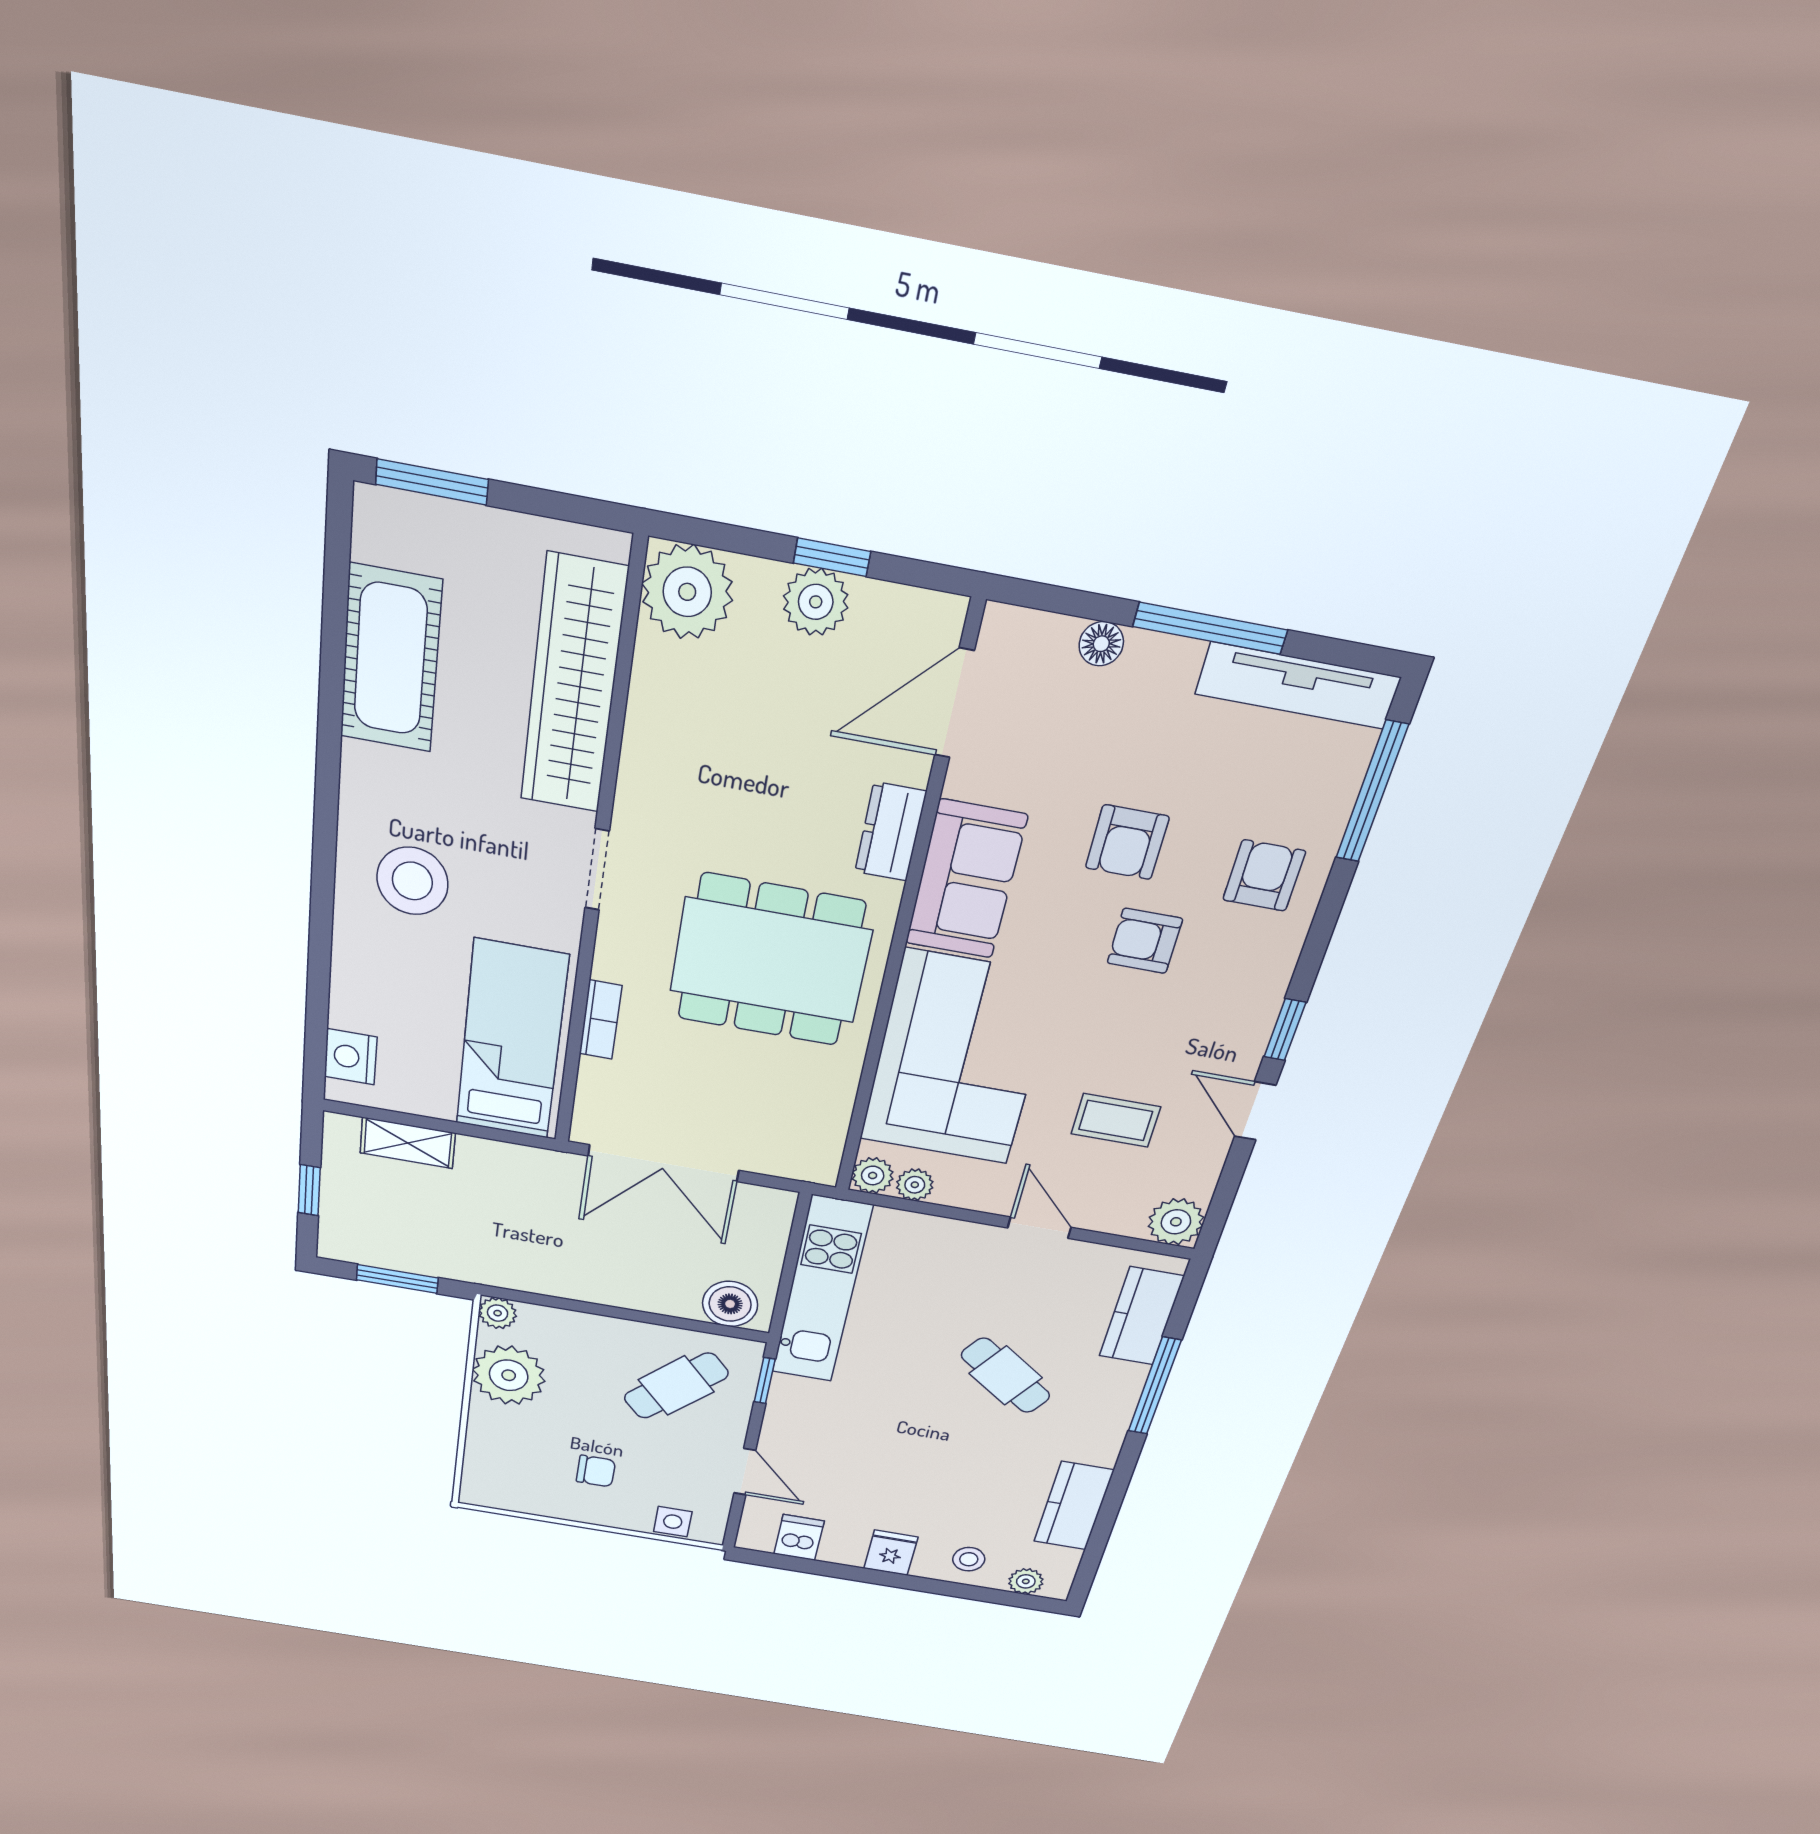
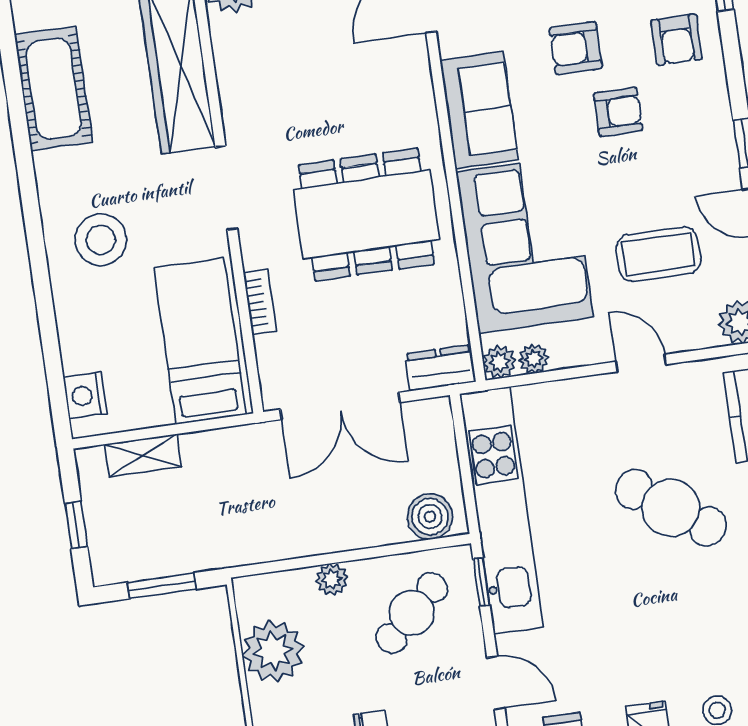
dresser: (890, 832) -> (440, 368), moved, turned 90
armchair: (1127, 842) -> (576, 48), turned 90
doorway: (597, 870) -> (226, 188), width x1.38
armchair: (1264, 876) -> (677, 40), turned 180
armchair: (1145, 941) -> (618, 112), turned 180
coffee table: (1116, 1120) -> (658, 254), width x1.36, depth x1.30
kitchen unit: (821, 1290) -> (501, 511), width x1.36
plant: (498, 1313) -> (332, 579), moved
cafe table: (1006, 1375) -> (671, 508), width x1.37, depth x1.35

